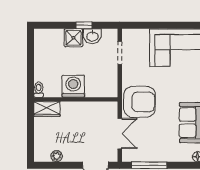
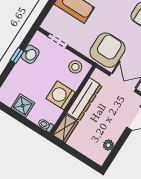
shower: (73, 38) -> (23, 106), moved
stool: (107, 83) -> (75, 67), added
dresser: (83, 109) -> (84, 99), added

